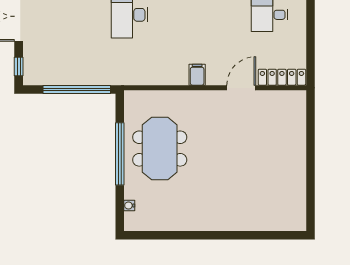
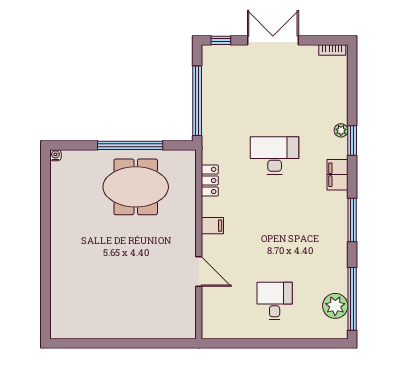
locker: (282, 77) -> (210, 180), moved, width x0.66
water cooler: (129, 206) -> (55, 155), moved

